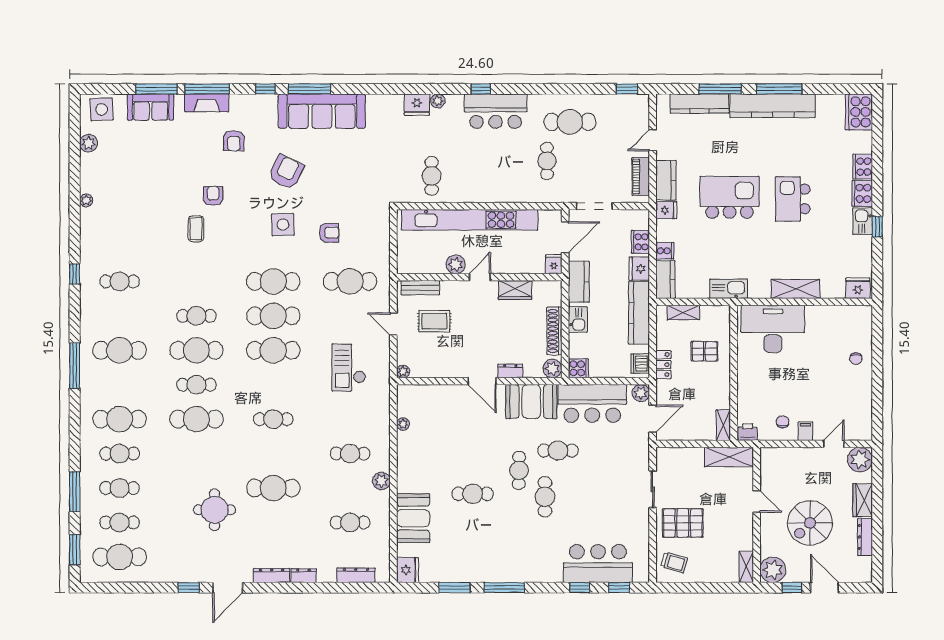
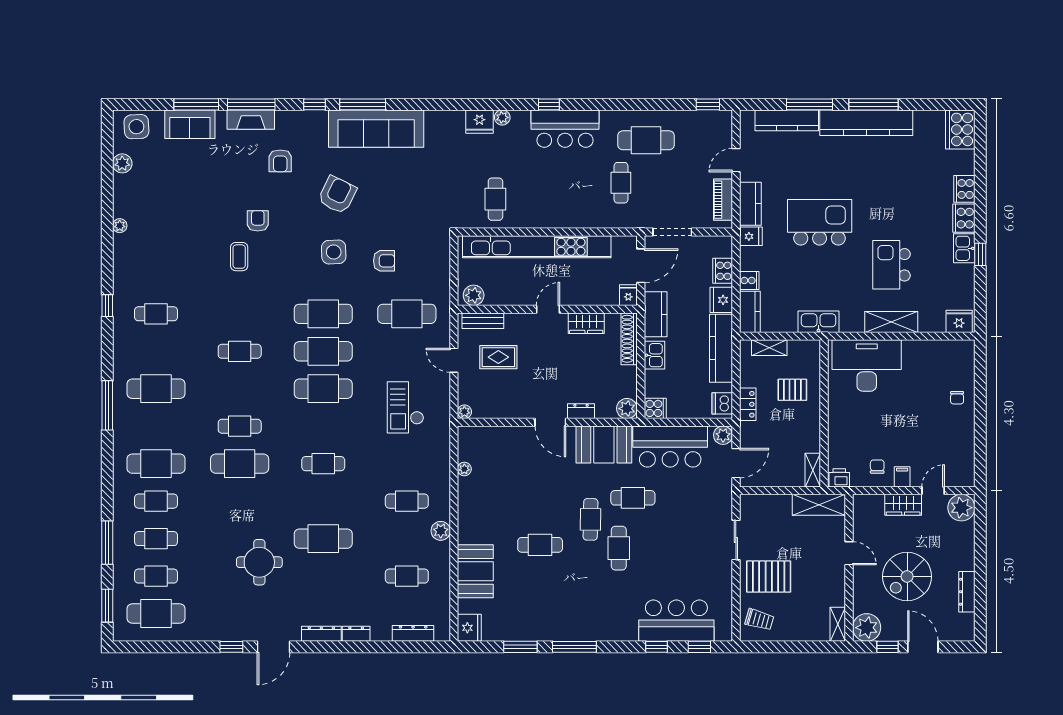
kitchen island: (793, 199) -> (891, 265), moved
plant: (456, 264) -> (474, 295), moved
shoe rack: (554, 331) -> (629, 339), moved
cafe table: (196, 350) -> (240, 389), removed
wardrobe: (863, 500) -> (903, 505), moved, turned -90

